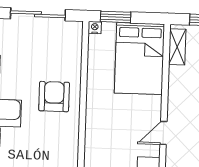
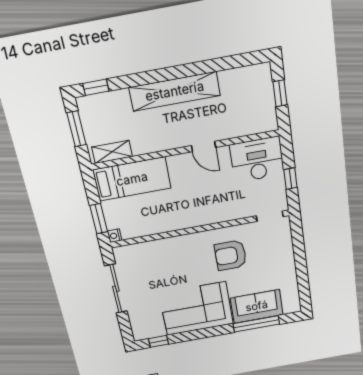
bed: (139, 59) -> (132, 179), width x0.67
armchair: (54, 97) -> (231, 255), moved

